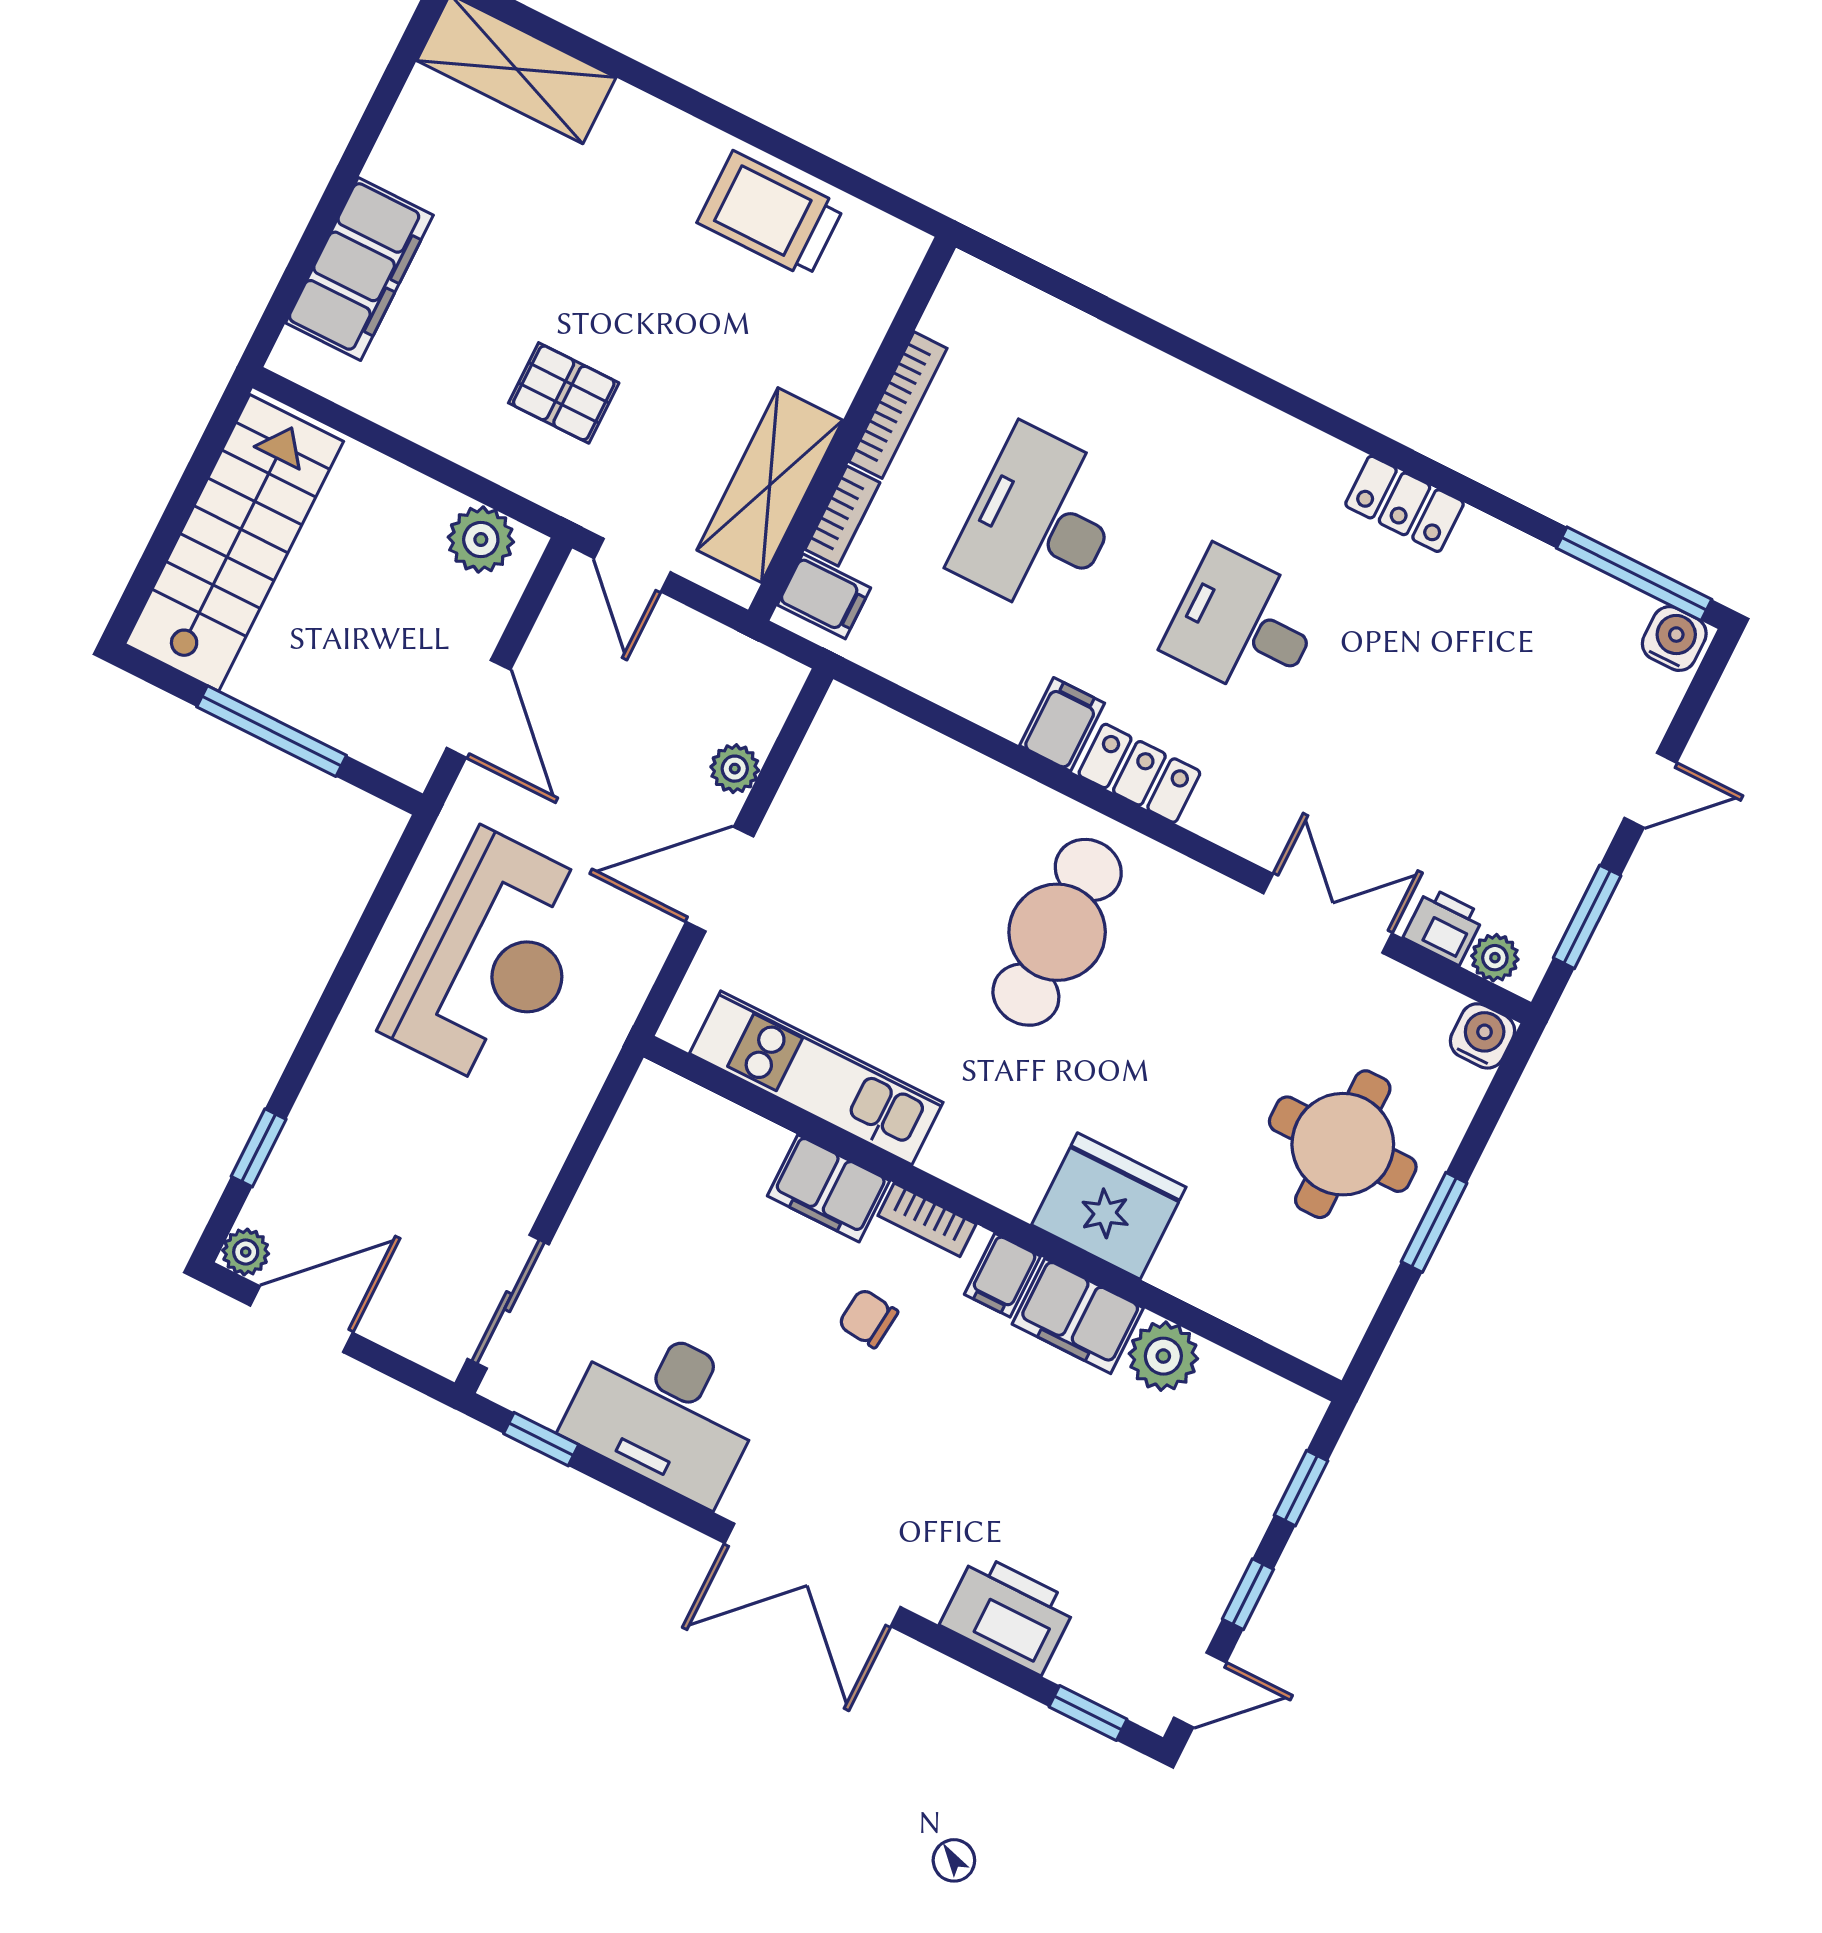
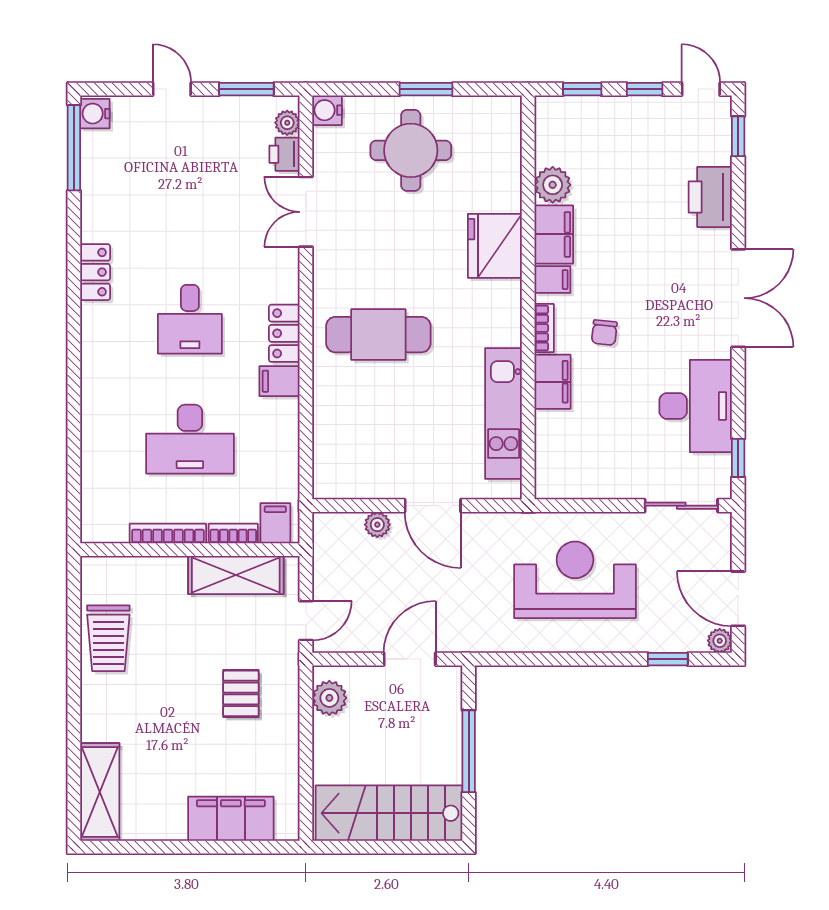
reception desk: (493, 960) -> (575, 580), moved

